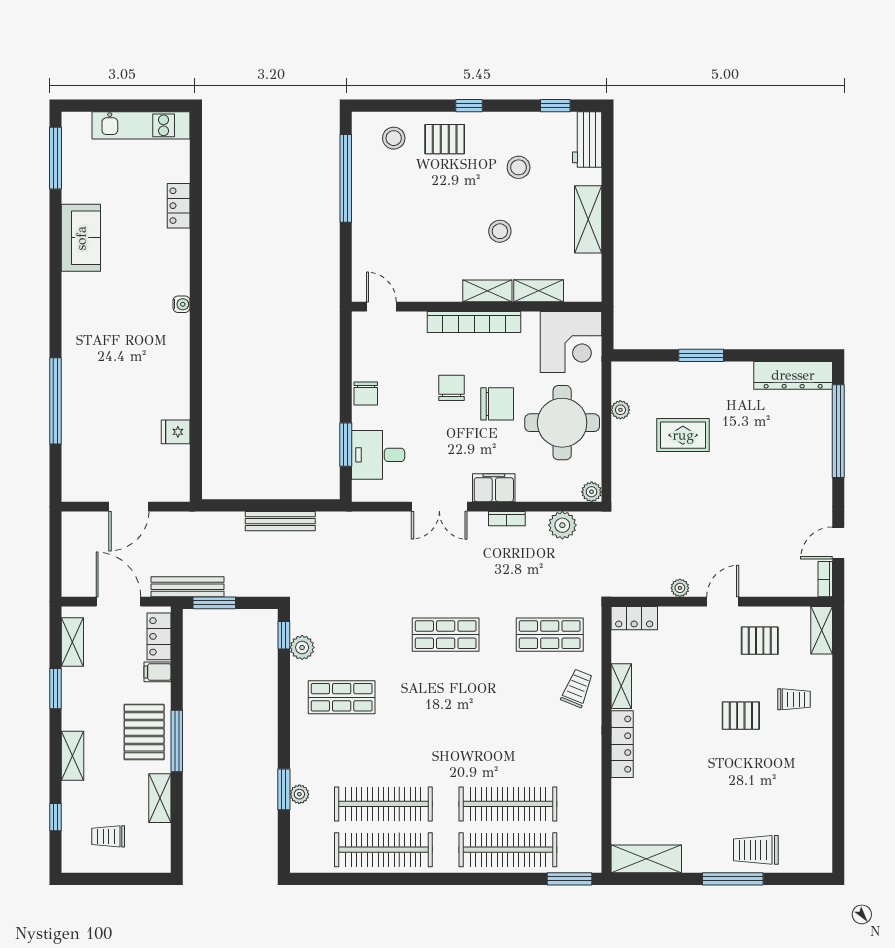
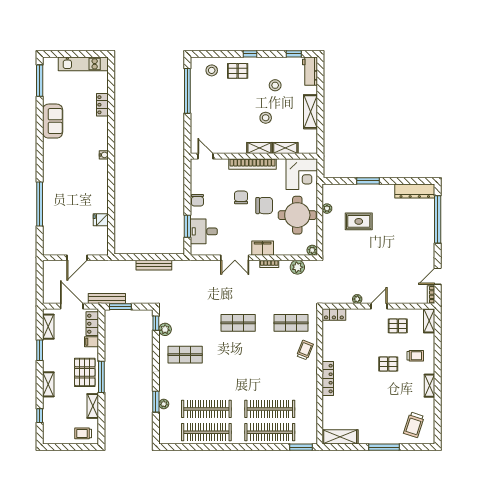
shelving: (621, 686) -> (430, 386), moved
trolley: (108, 836) -> (83, 433), moved
trolley: (756, 850) -> (414, 425), moved, turned -72

